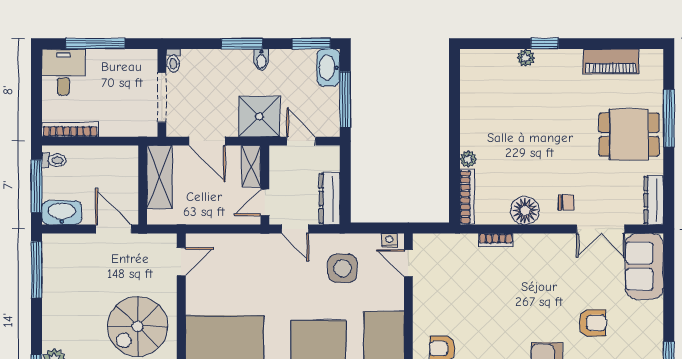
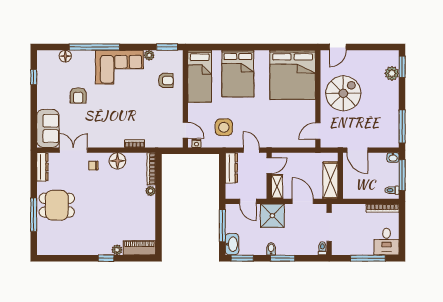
piano: (611, 61) -> (139, 248), moved
washbasin: (62, 213) -> (393, 157), width x0.52, depth x0.69
armchair: (592, 323) -> (78, 95), turned -90

